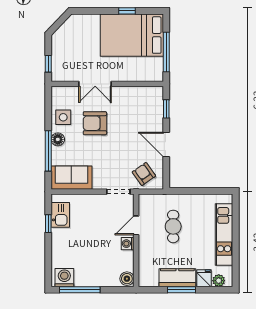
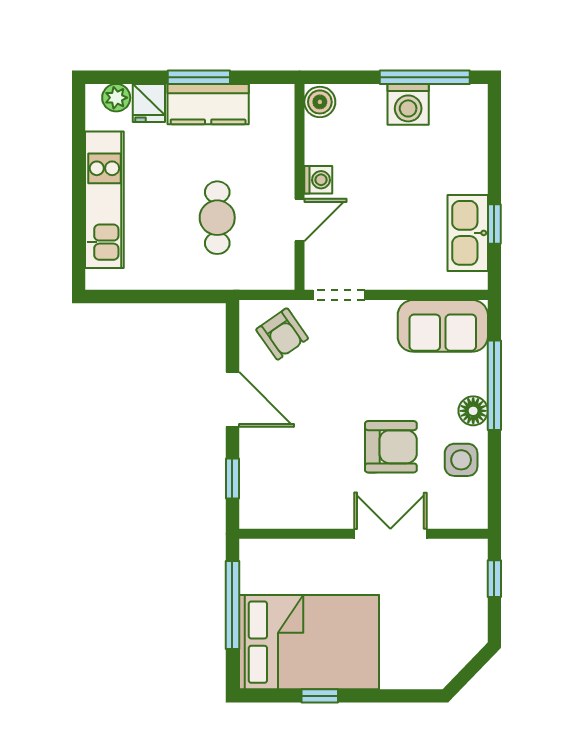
kitchen sink: (60, 215) -> (468, 233), width x1.38
washing machine: (64, 278) -> (408, 104), moved

